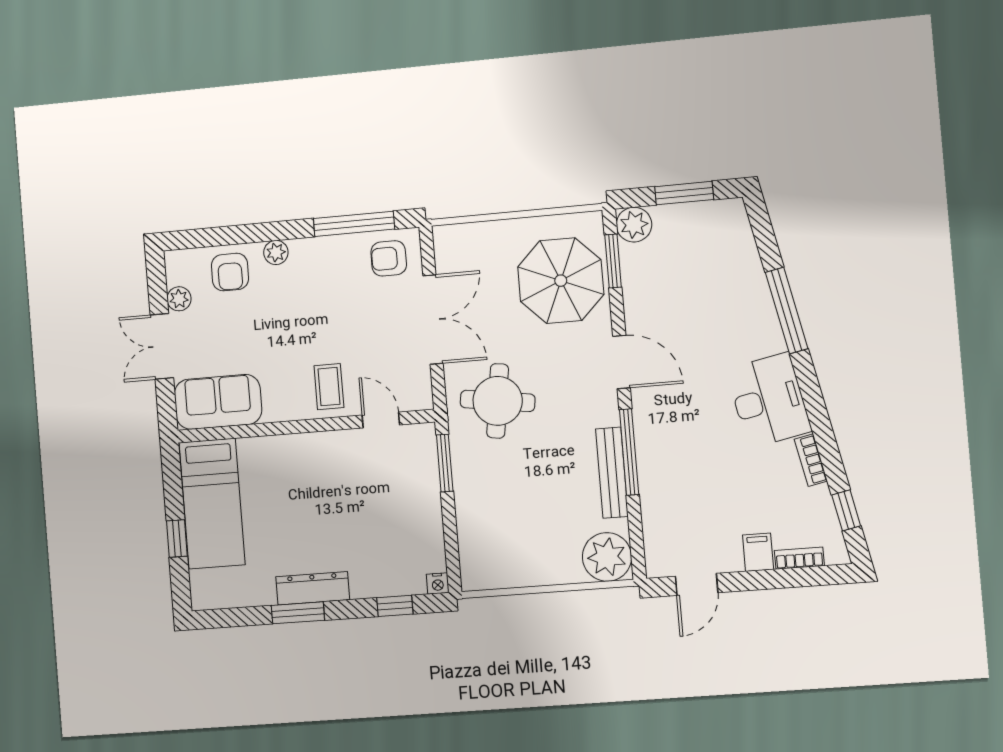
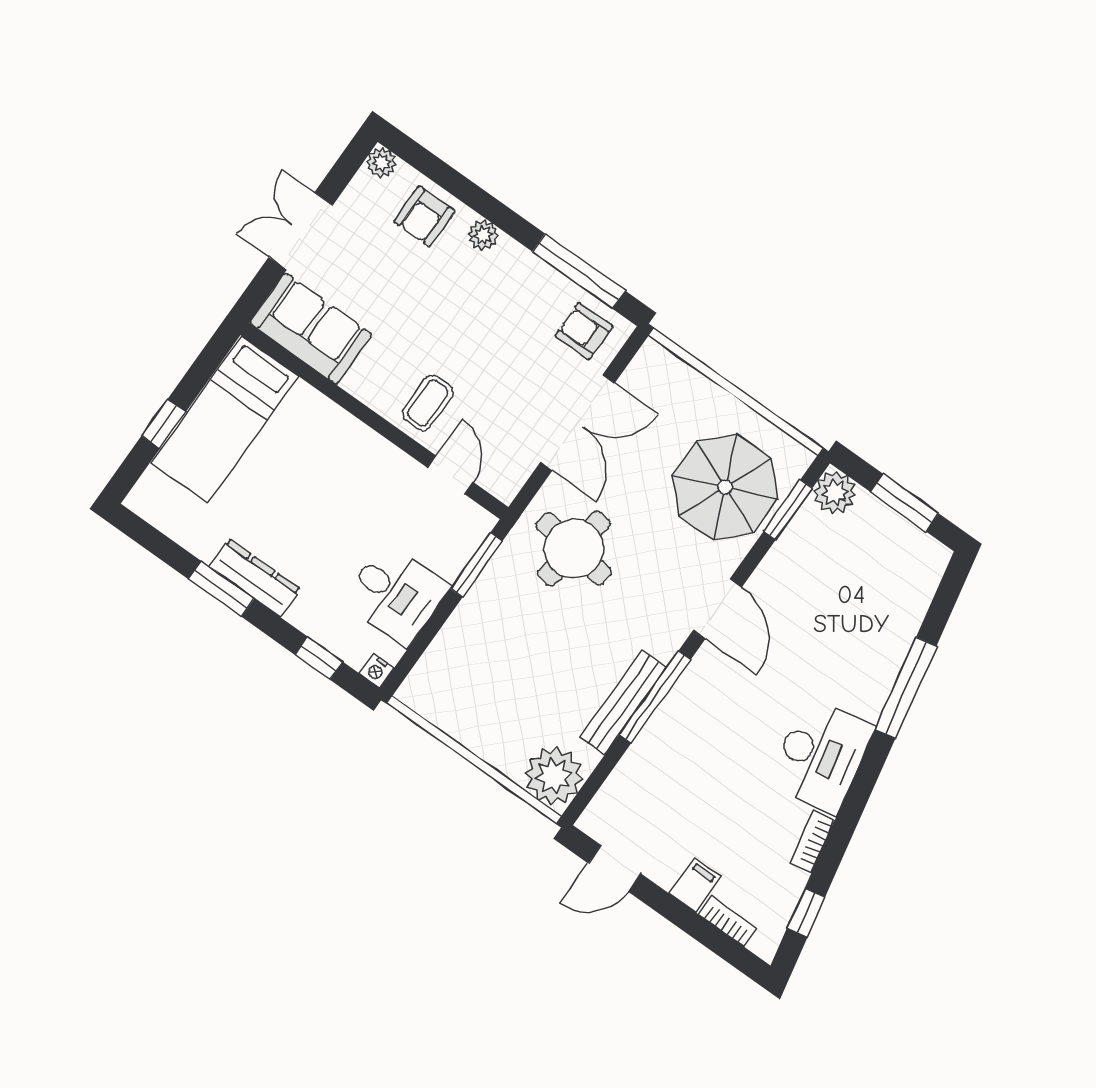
plant: (179, 299) -> (381, 163), moved
desk: (409, 524) -> (396, 594), added

